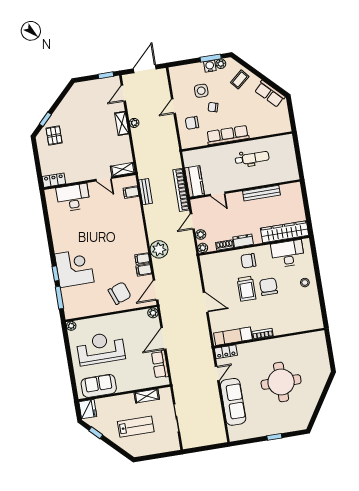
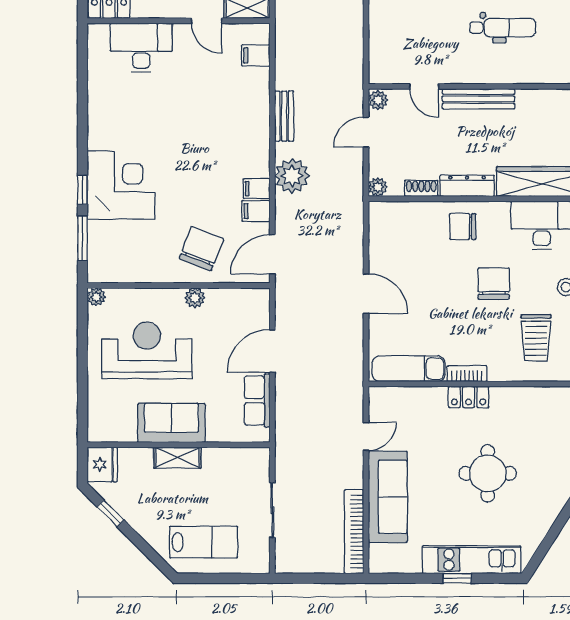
kitchen counter: (195, 181) -> (383, 54), removed
bookcase: (181, 190) -> (354, 532), moved
bench: (146, 192) -> (284, 116), moved
bench: (261, 193) -> (478, 99), moved
plant: (201, 234) -> (378, 100), moved
dresser: (243, 241) -> (467, 186), width x1.44
trolley: (246, 289) -> (536, 338), moved
chair: (120, 293) -> (201, 249), turned -49
plant: (153, 313) -> (195, 298), moved
locker: (226, 352) -> (469, 397), moved
round table: (281, 382) -> (488, 473), width x0.73, depth x0.73
sofa: (99, 386) -> (171, 423), moved
shelving: (147, 396) -> (177, 458), moved
kitchen unit: (280, 426) -> (472, 560), added
lab bench: (136, 427) -> (204, 542), moved

